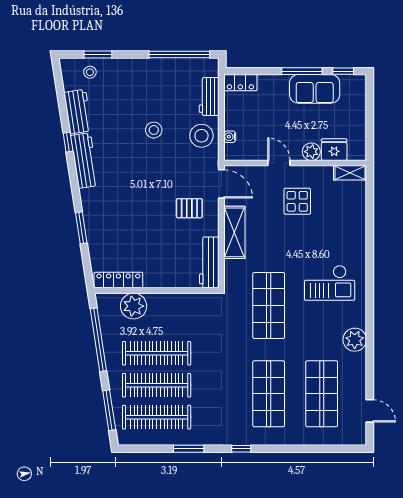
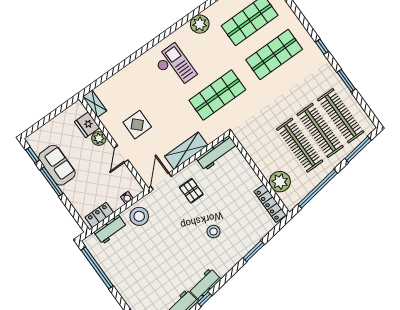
locker: (240, 83) -> (99, 215), moved, turned -90
stool: (154, 130) -> (214, 232), moved
workbench: (84, 161) -> (205, 284), width x0.73

